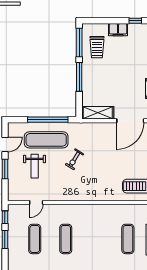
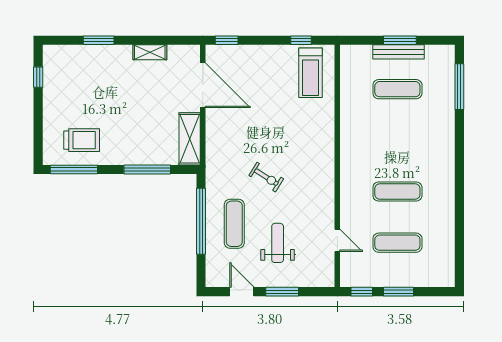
filing cabinet: (118, 30) -> (53, 105), removed
window: (79, 77) -> (147, 169), moved
exercise mat: (46, 140) -> (234, 224), width x0.73, depth x0.69
weight bench: (35, 166) -> (278, 243), turned -90

